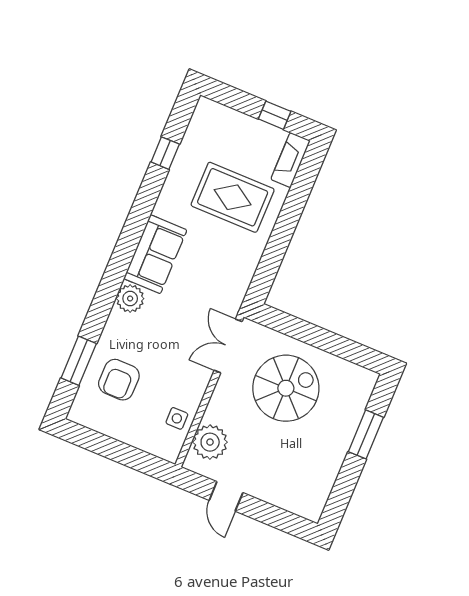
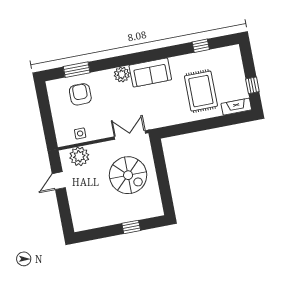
armchair: (119, 380) -> (80, 94), turned 90
window: (366, 434) -> (131, 227), width x0.67

